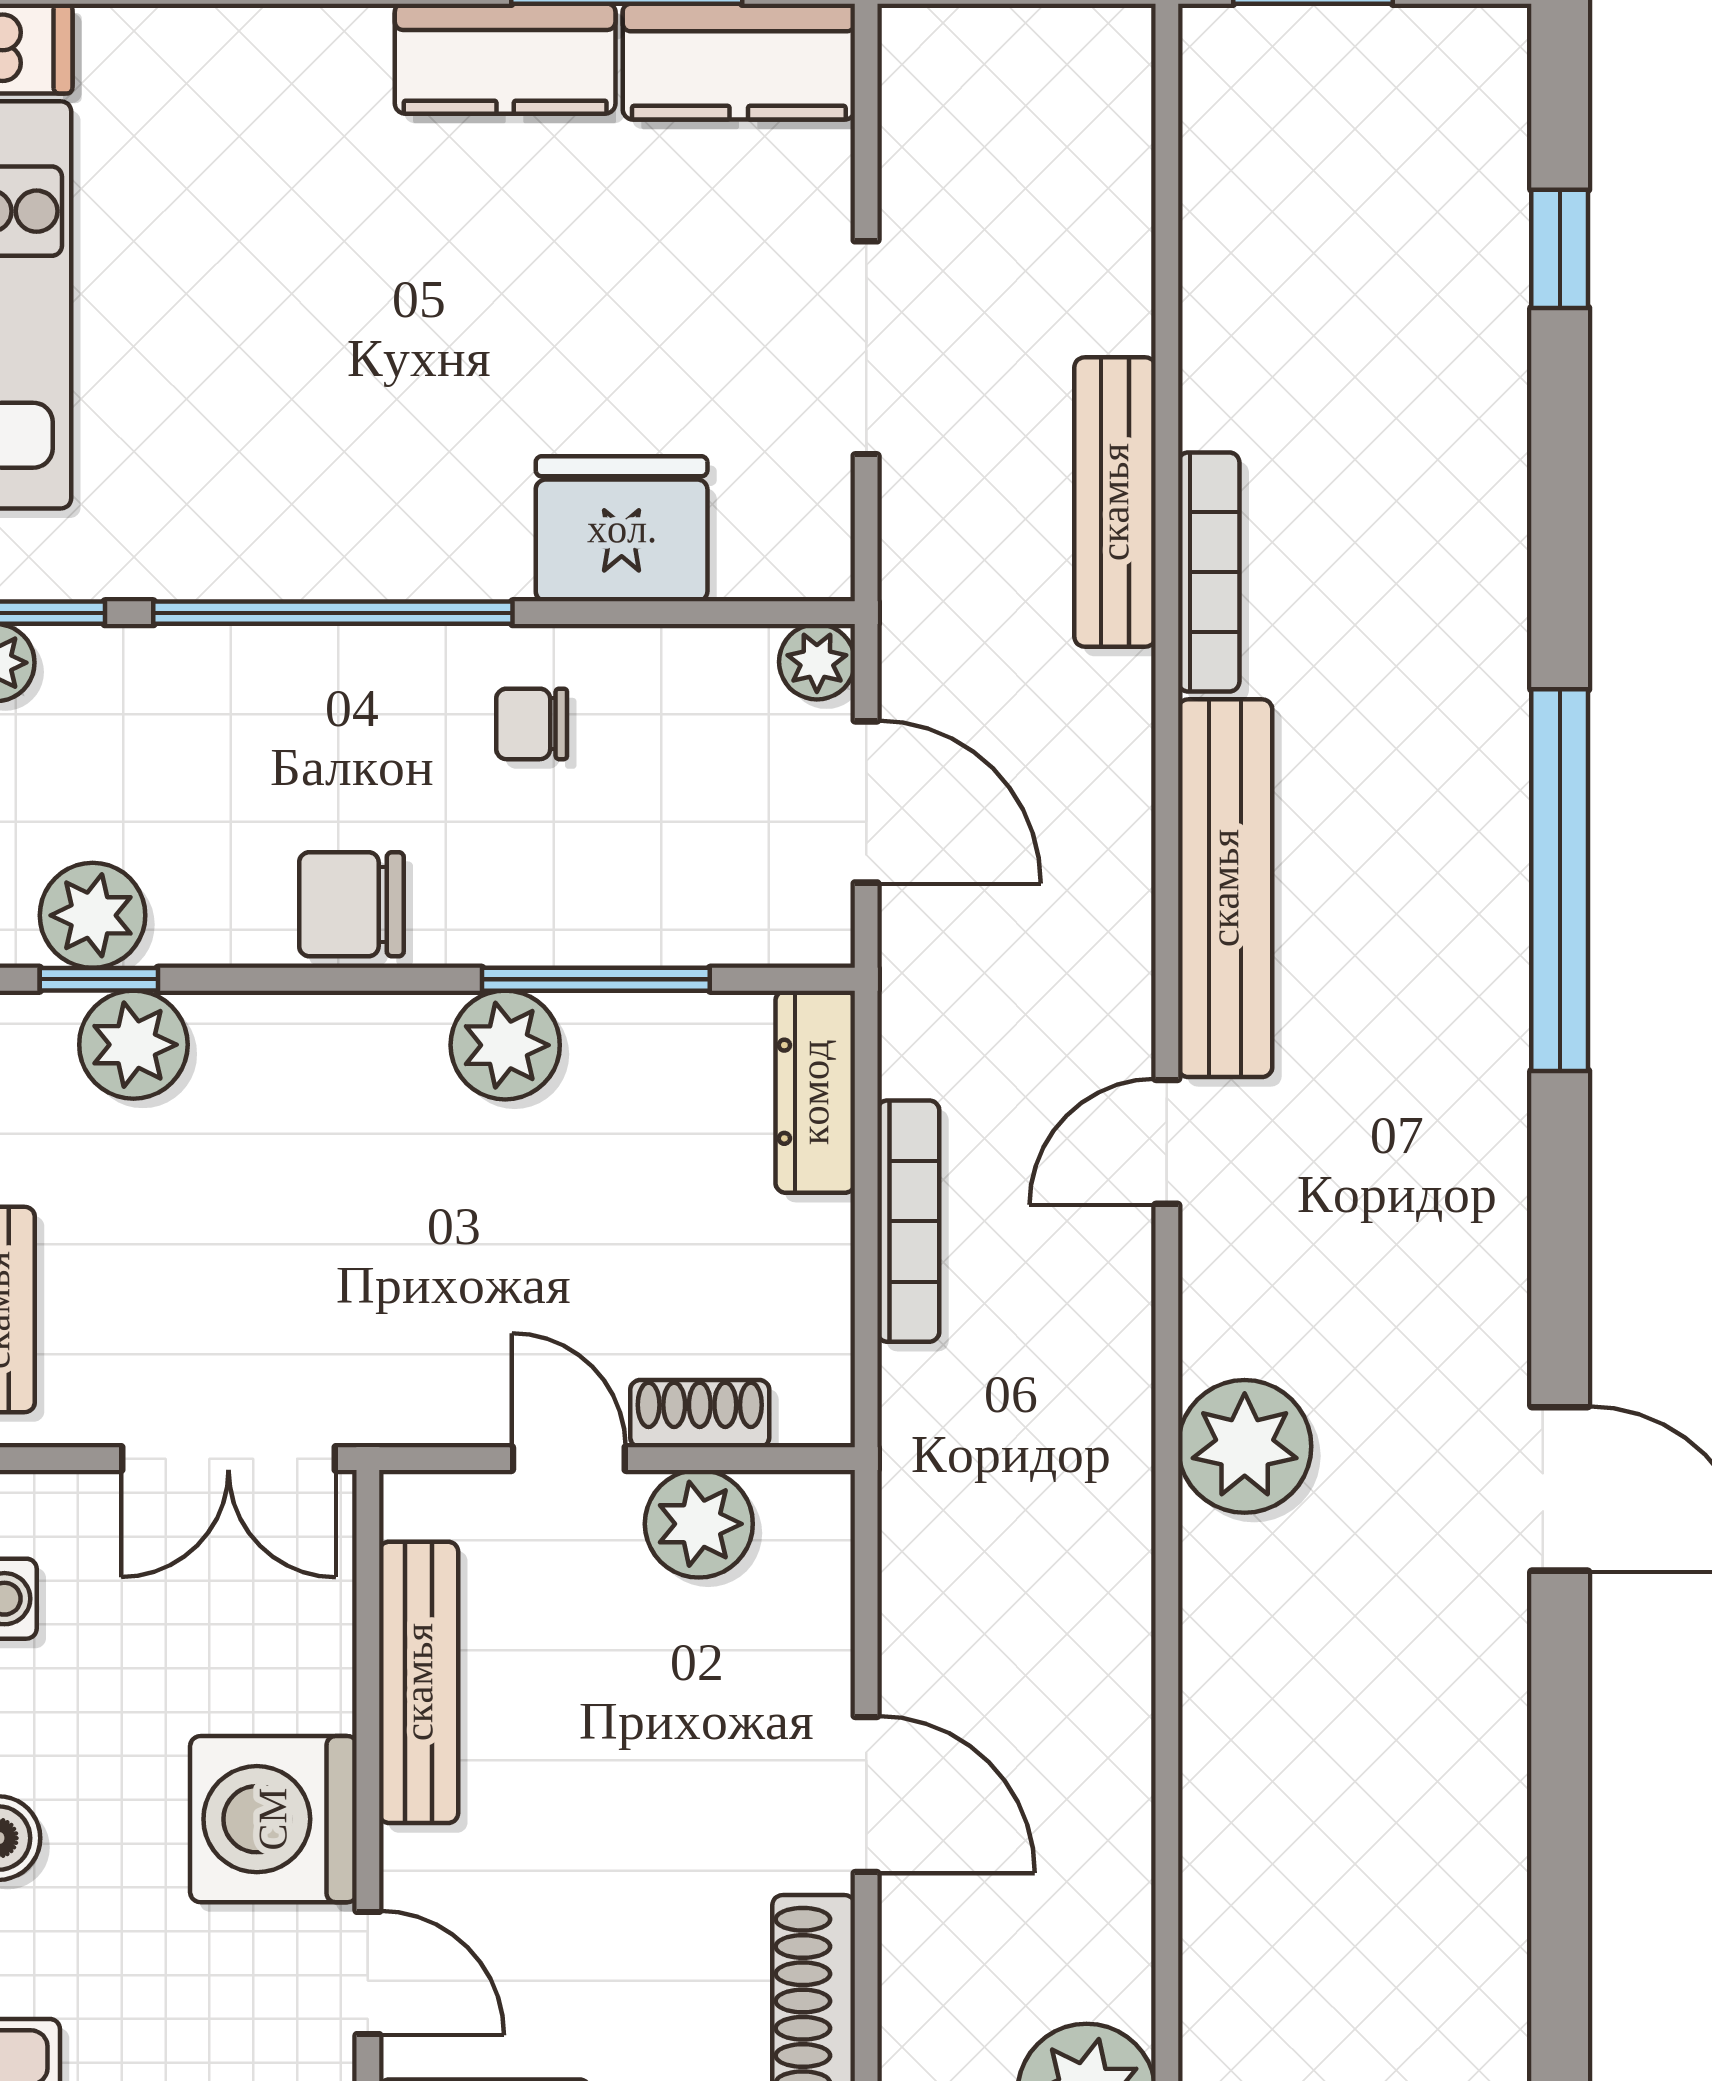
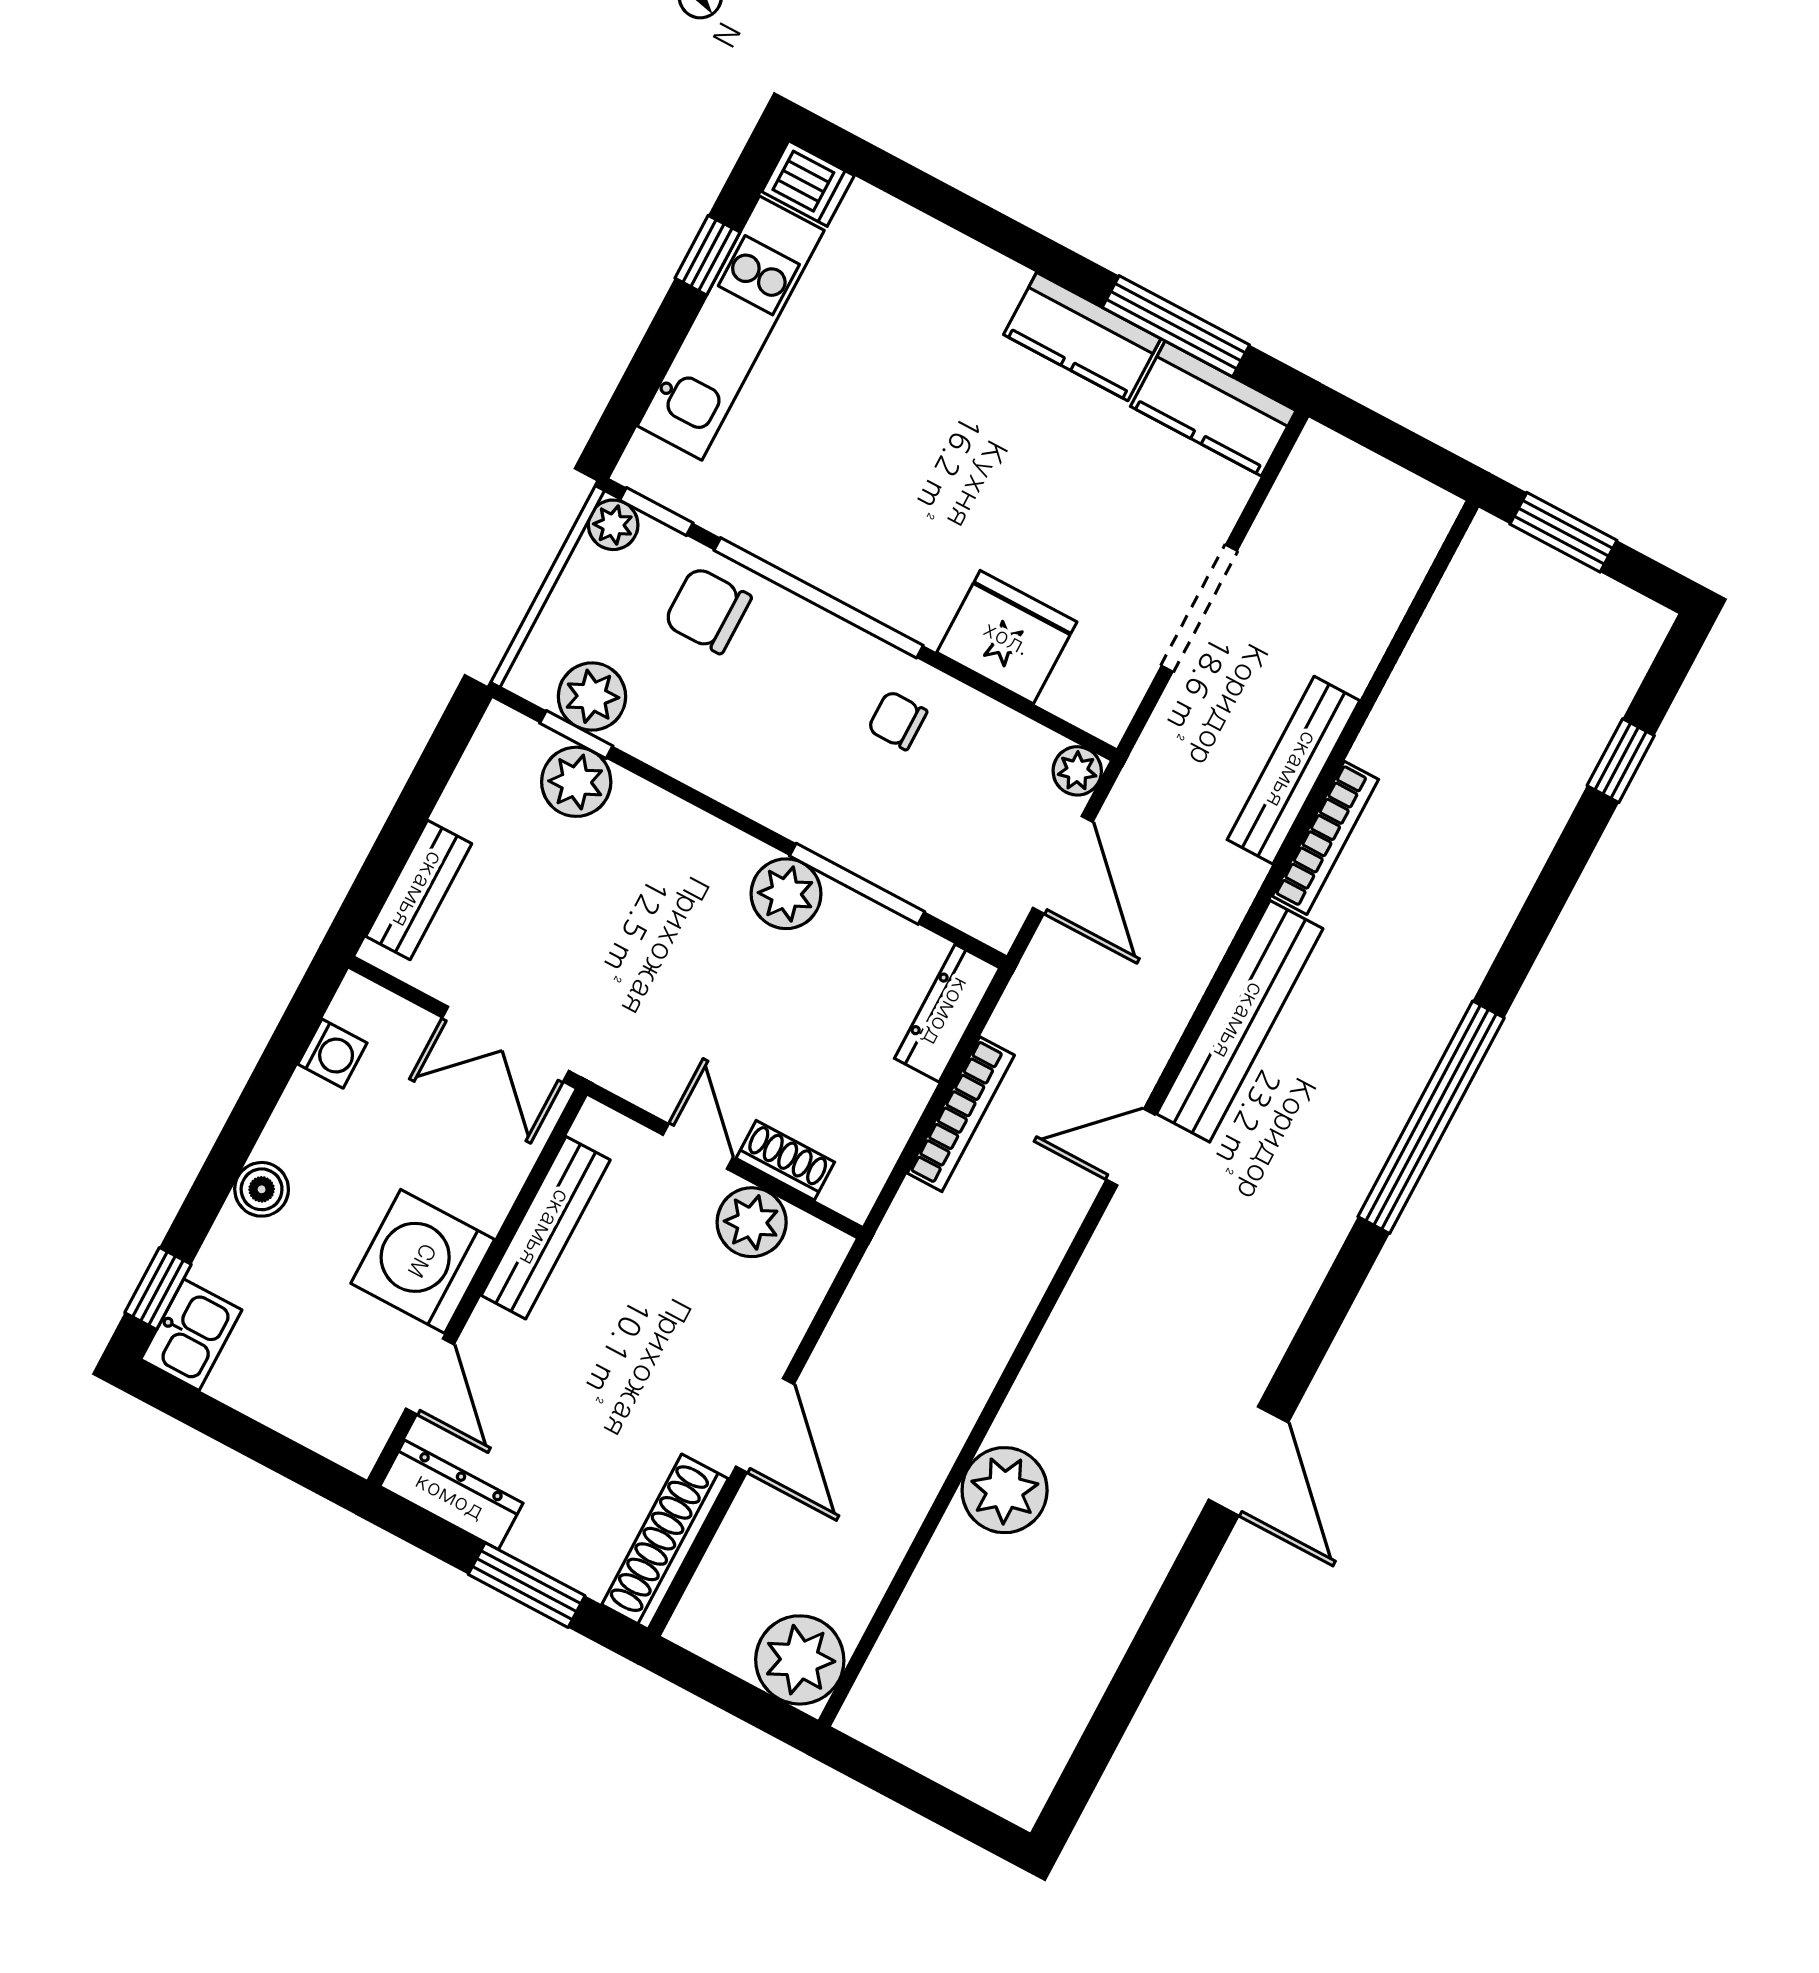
chair: (351, 904) -> (708, 610), moved
plant: (1245, 1446) -> (1005, 1490), moved

